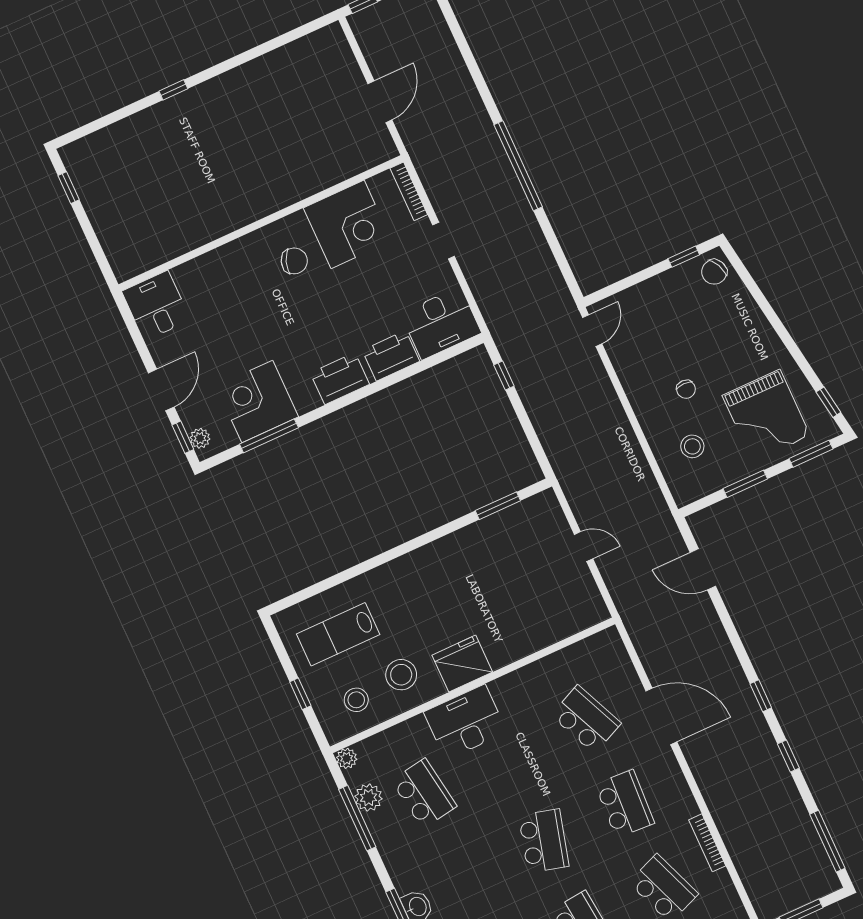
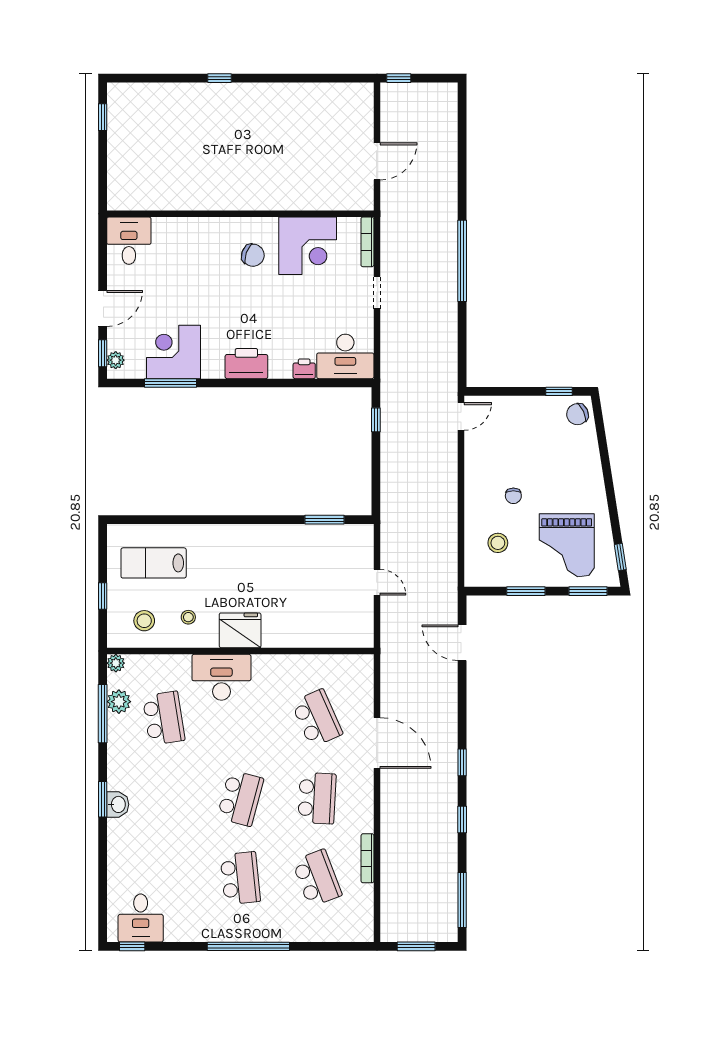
printer: (391, 356) -> (304, 369), width x0.53, depth x0.68
stool: (401, 675) -> (188, 617), width x0.53, depth x0.53

